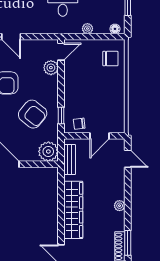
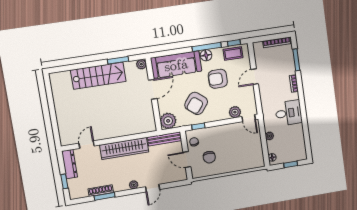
chair: (110, 59) -> (209, 157), moved
door: (128, 159) -> (153, 188), moved
bench: (70, 160) -> (164, 139), width x1.36

